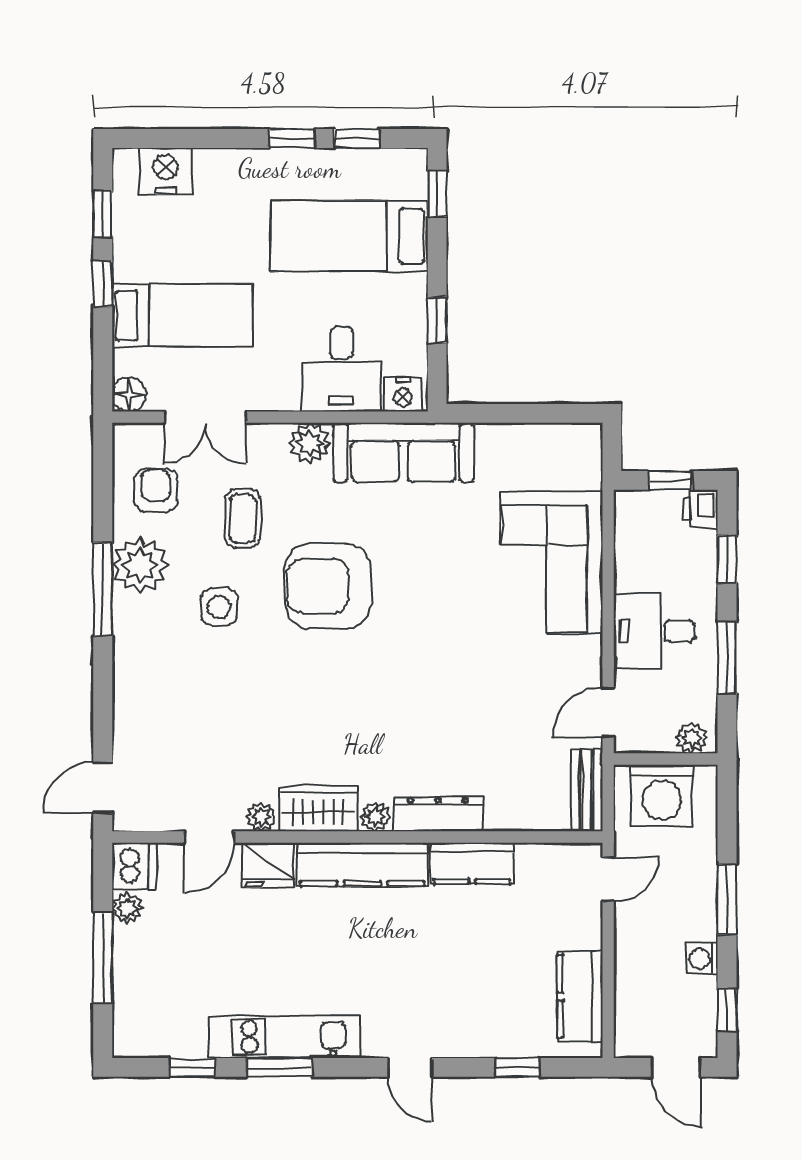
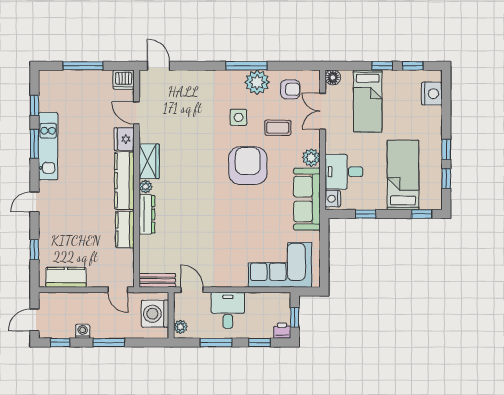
corner sofa: (552, 562) -> (280, 265), moved
plant: (261, 817) -> (146, 136), removed
plant: (127, 908) -> (105, 77), removed

